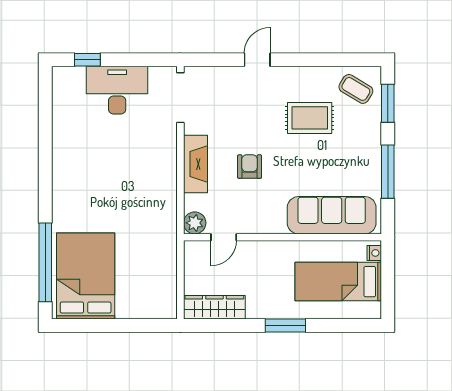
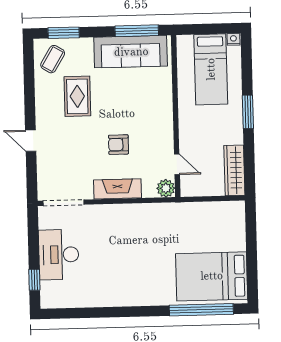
window: (388, 172) -> (137, 31), moved
sofa: (332, 215) -> (131, 52), moved, turned -90
nightstand: (374, 253) -> (233, 39), moved

